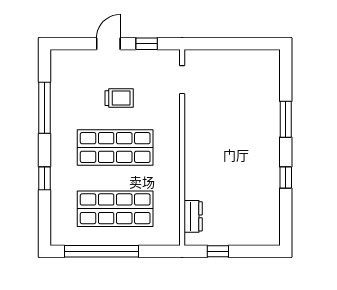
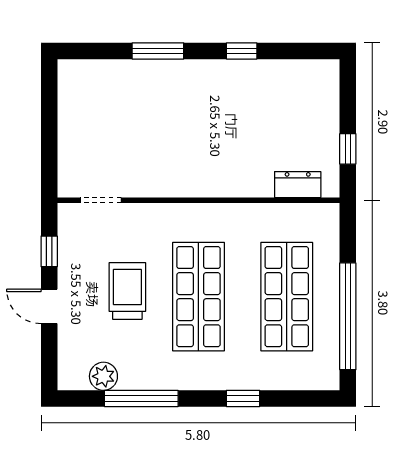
plant: (60, 81) -> (103, 376), added
trolley: (119, 98) -> (127, 291), width x1.36, depth x1.39

